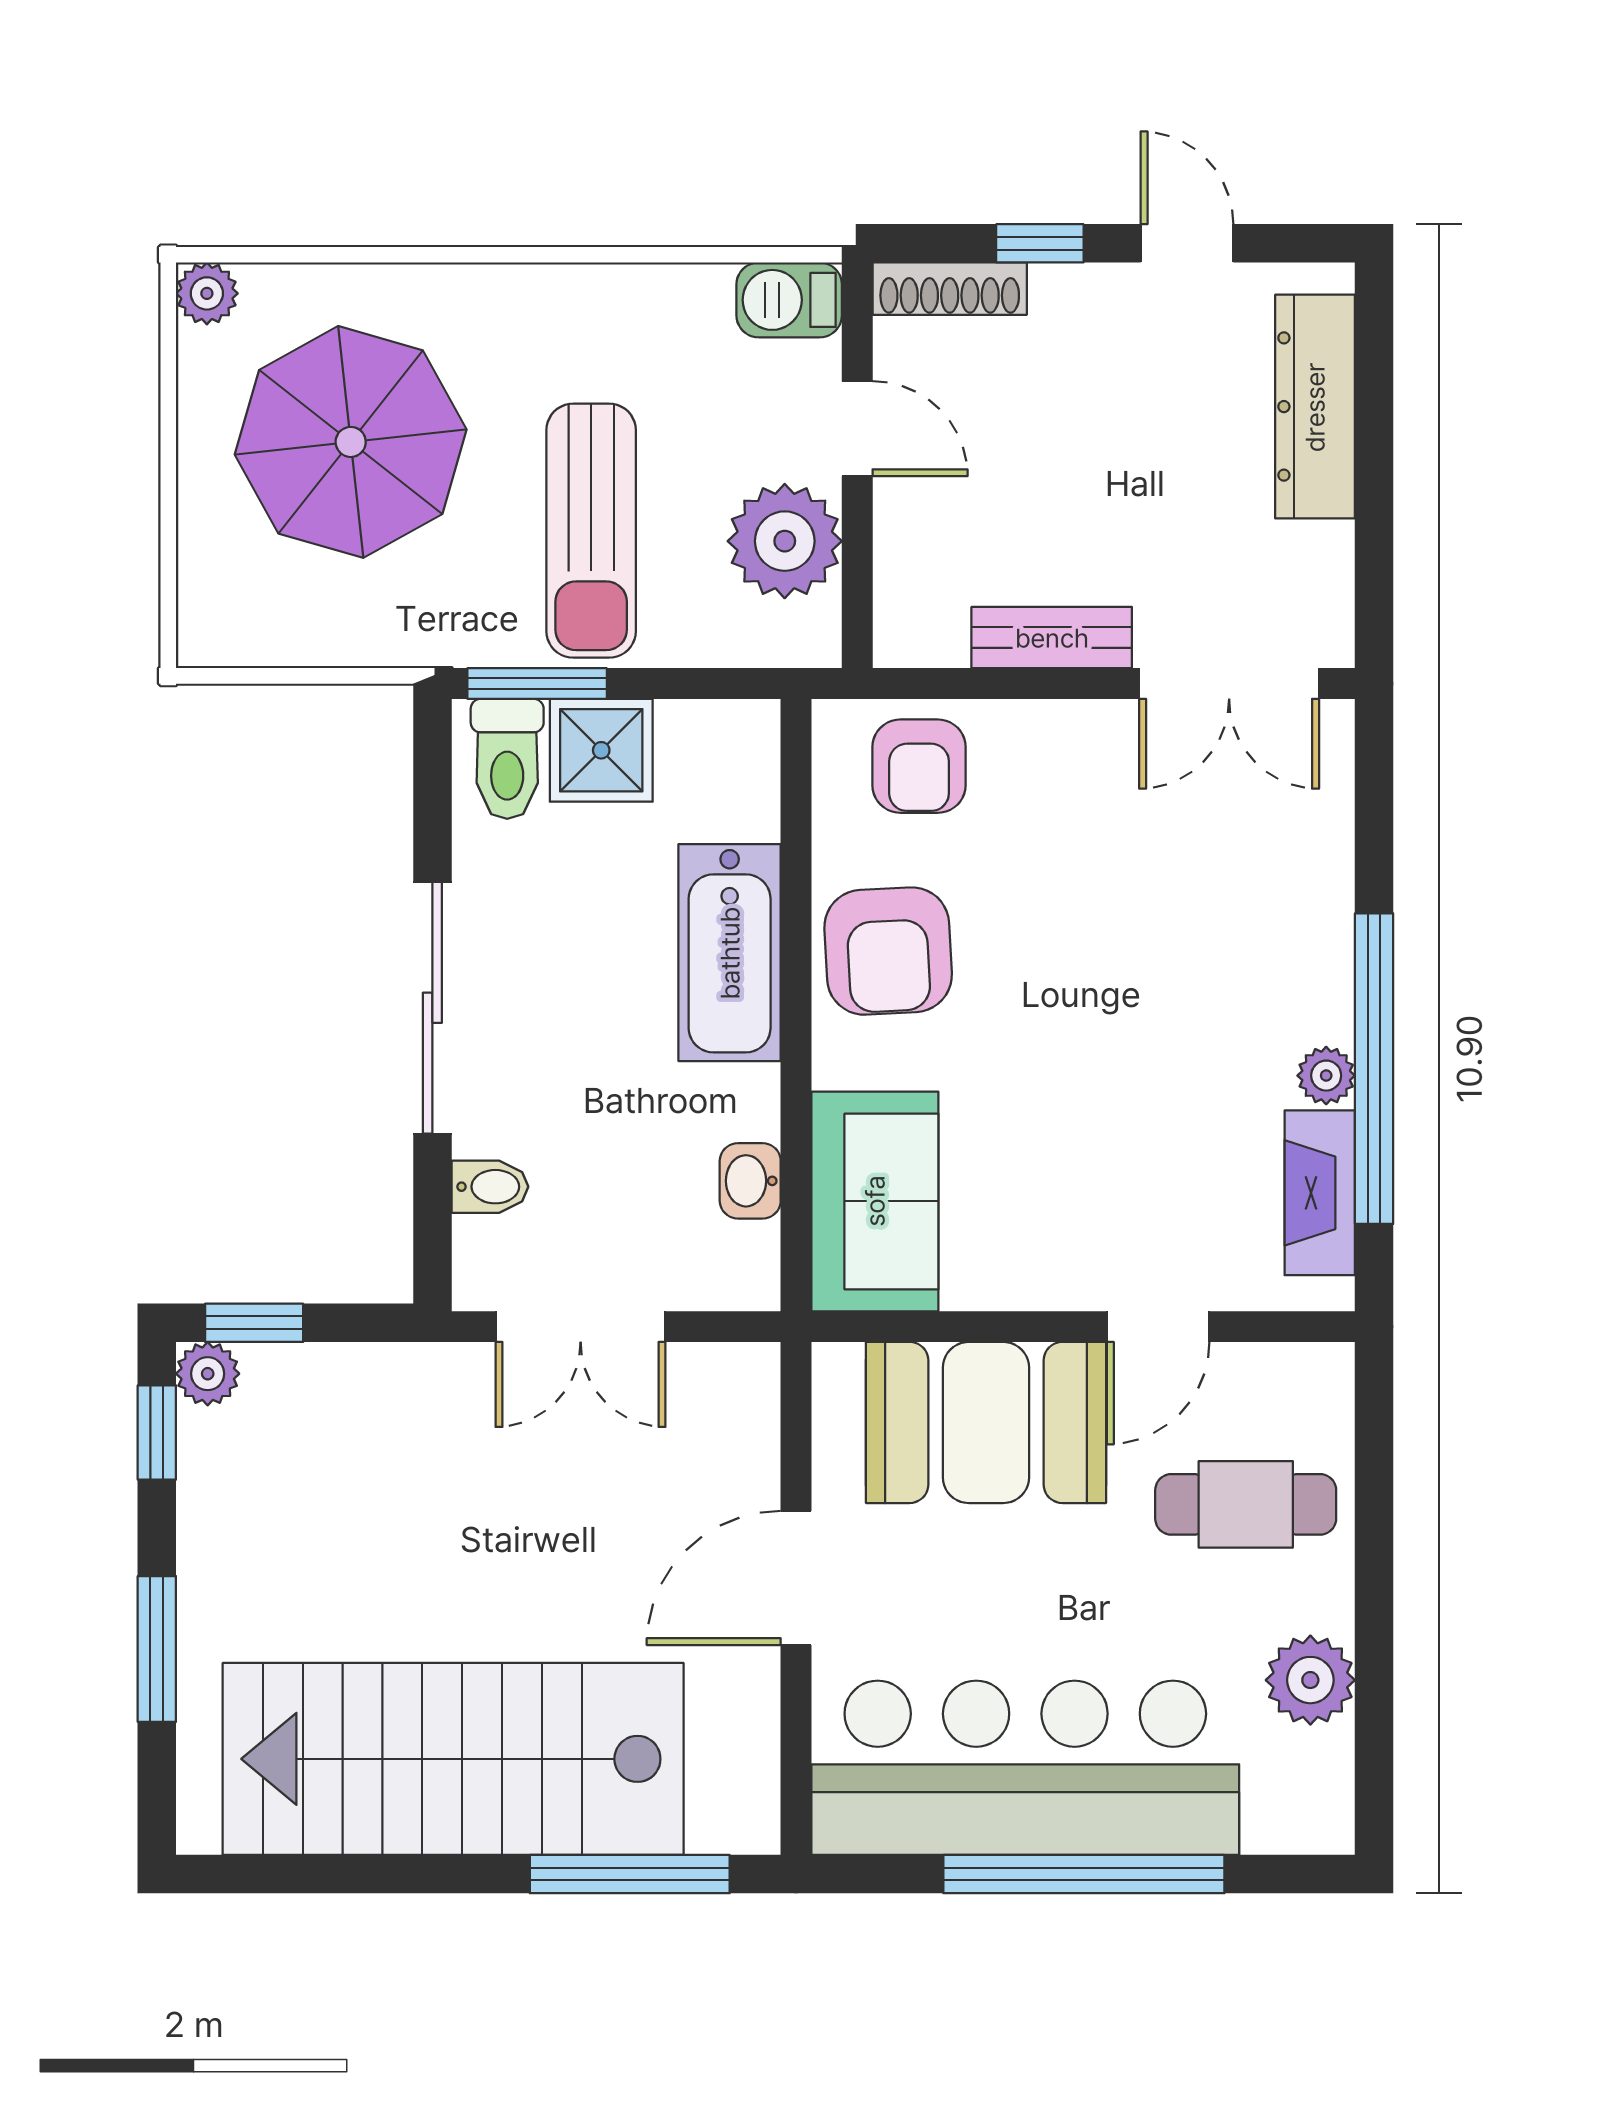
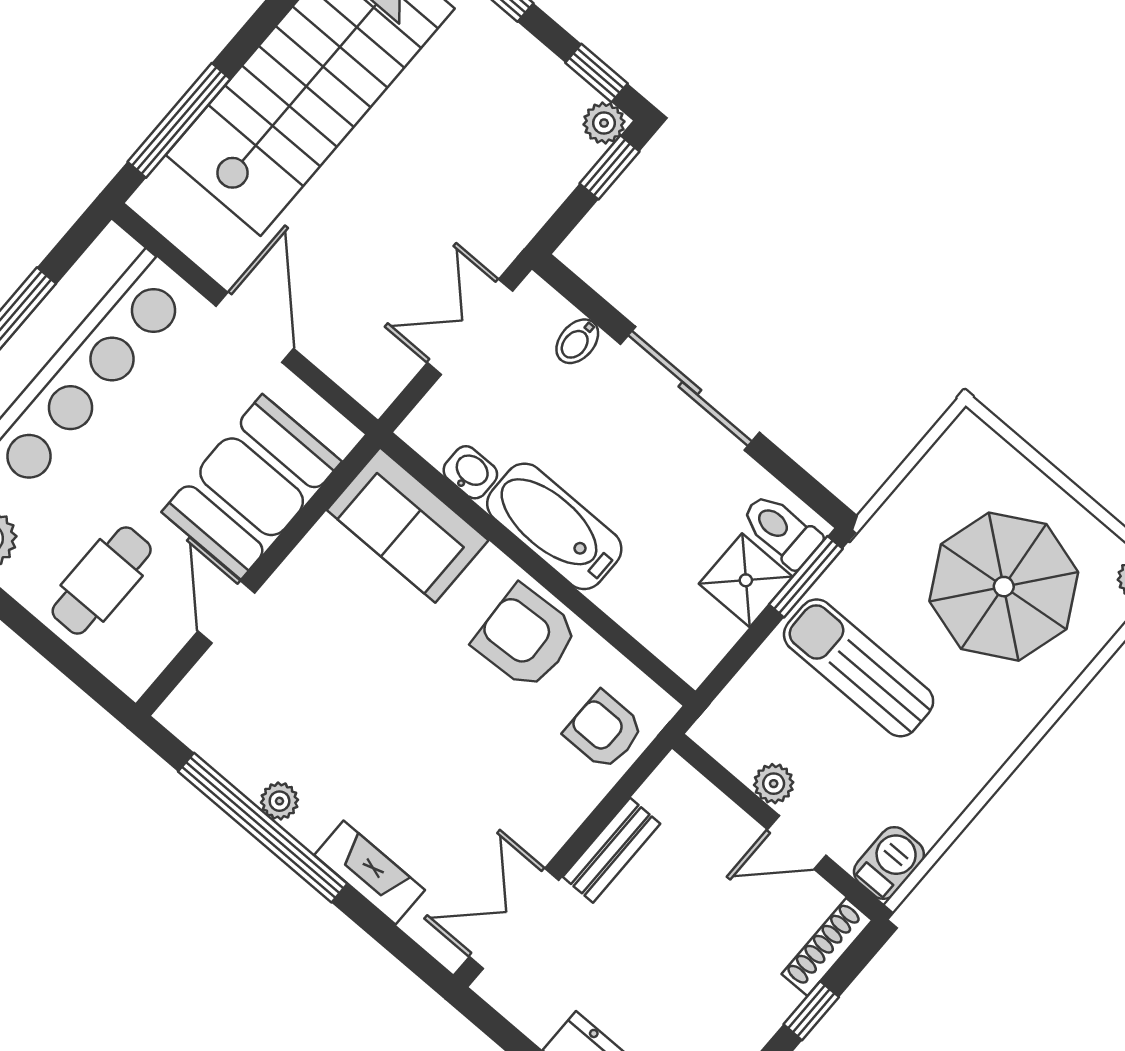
plant: (785, 541) -> (774, 784), width x0.53, depth x0.53
bathtub: (730, 953) -> (554, 526), moved
fireplace: (1320, 1193) -> (370, 873), moved

